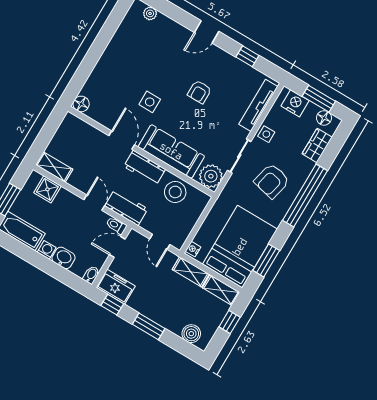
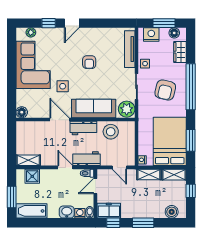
corner sofa: (129, 55) -> (33, 65), added
window: (247, 56) -> (49, 23), moved
washing machine: (47, 250) -> (80, 213), moved

